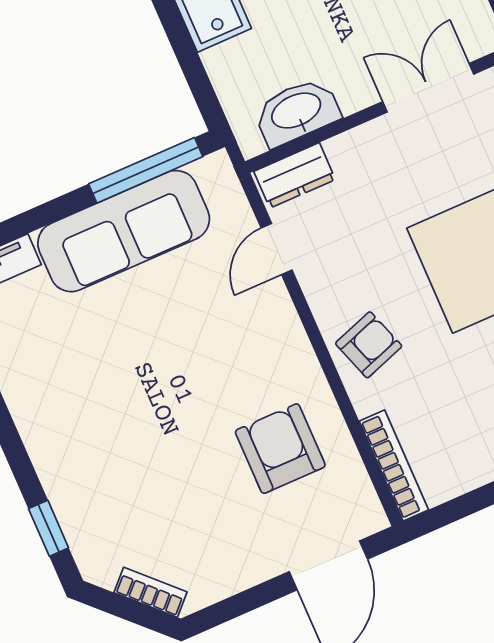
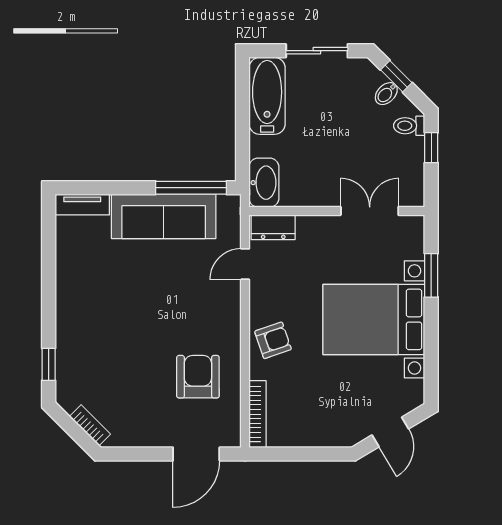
washbasin: (297, 112) -> (264, 183), moved, turned 90

